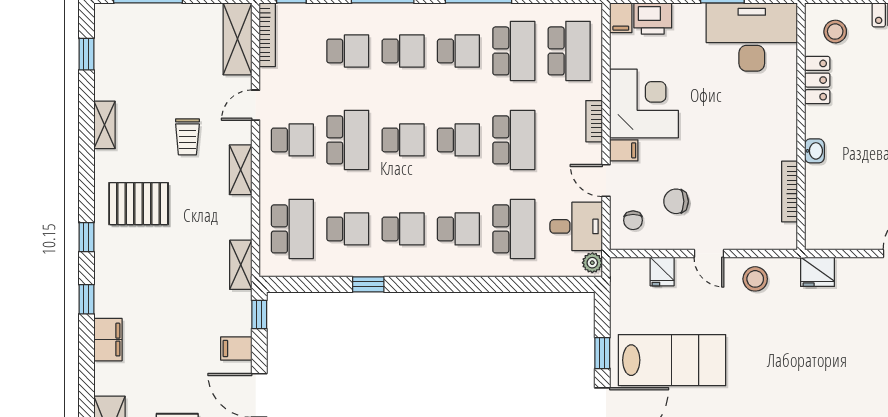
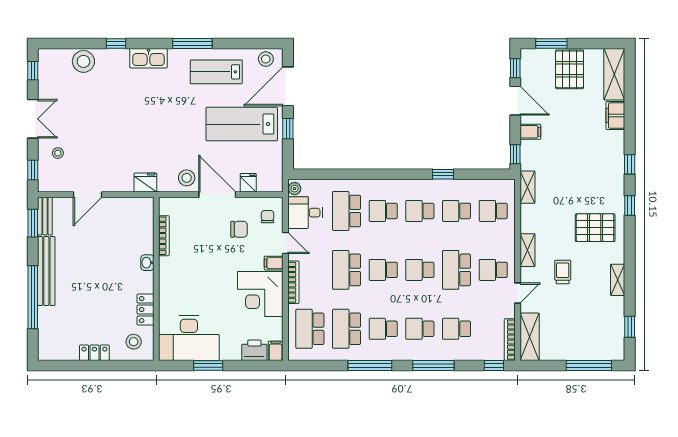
bookcase: (594, 121) -> (293, 282), width x1.56
school desk: (292, 229) -> (493, 211), width x0.54
door: (709, 253) -> (217, 195), width x1.87
filing cabinet: (108, 340) -> (615, 116), moved

